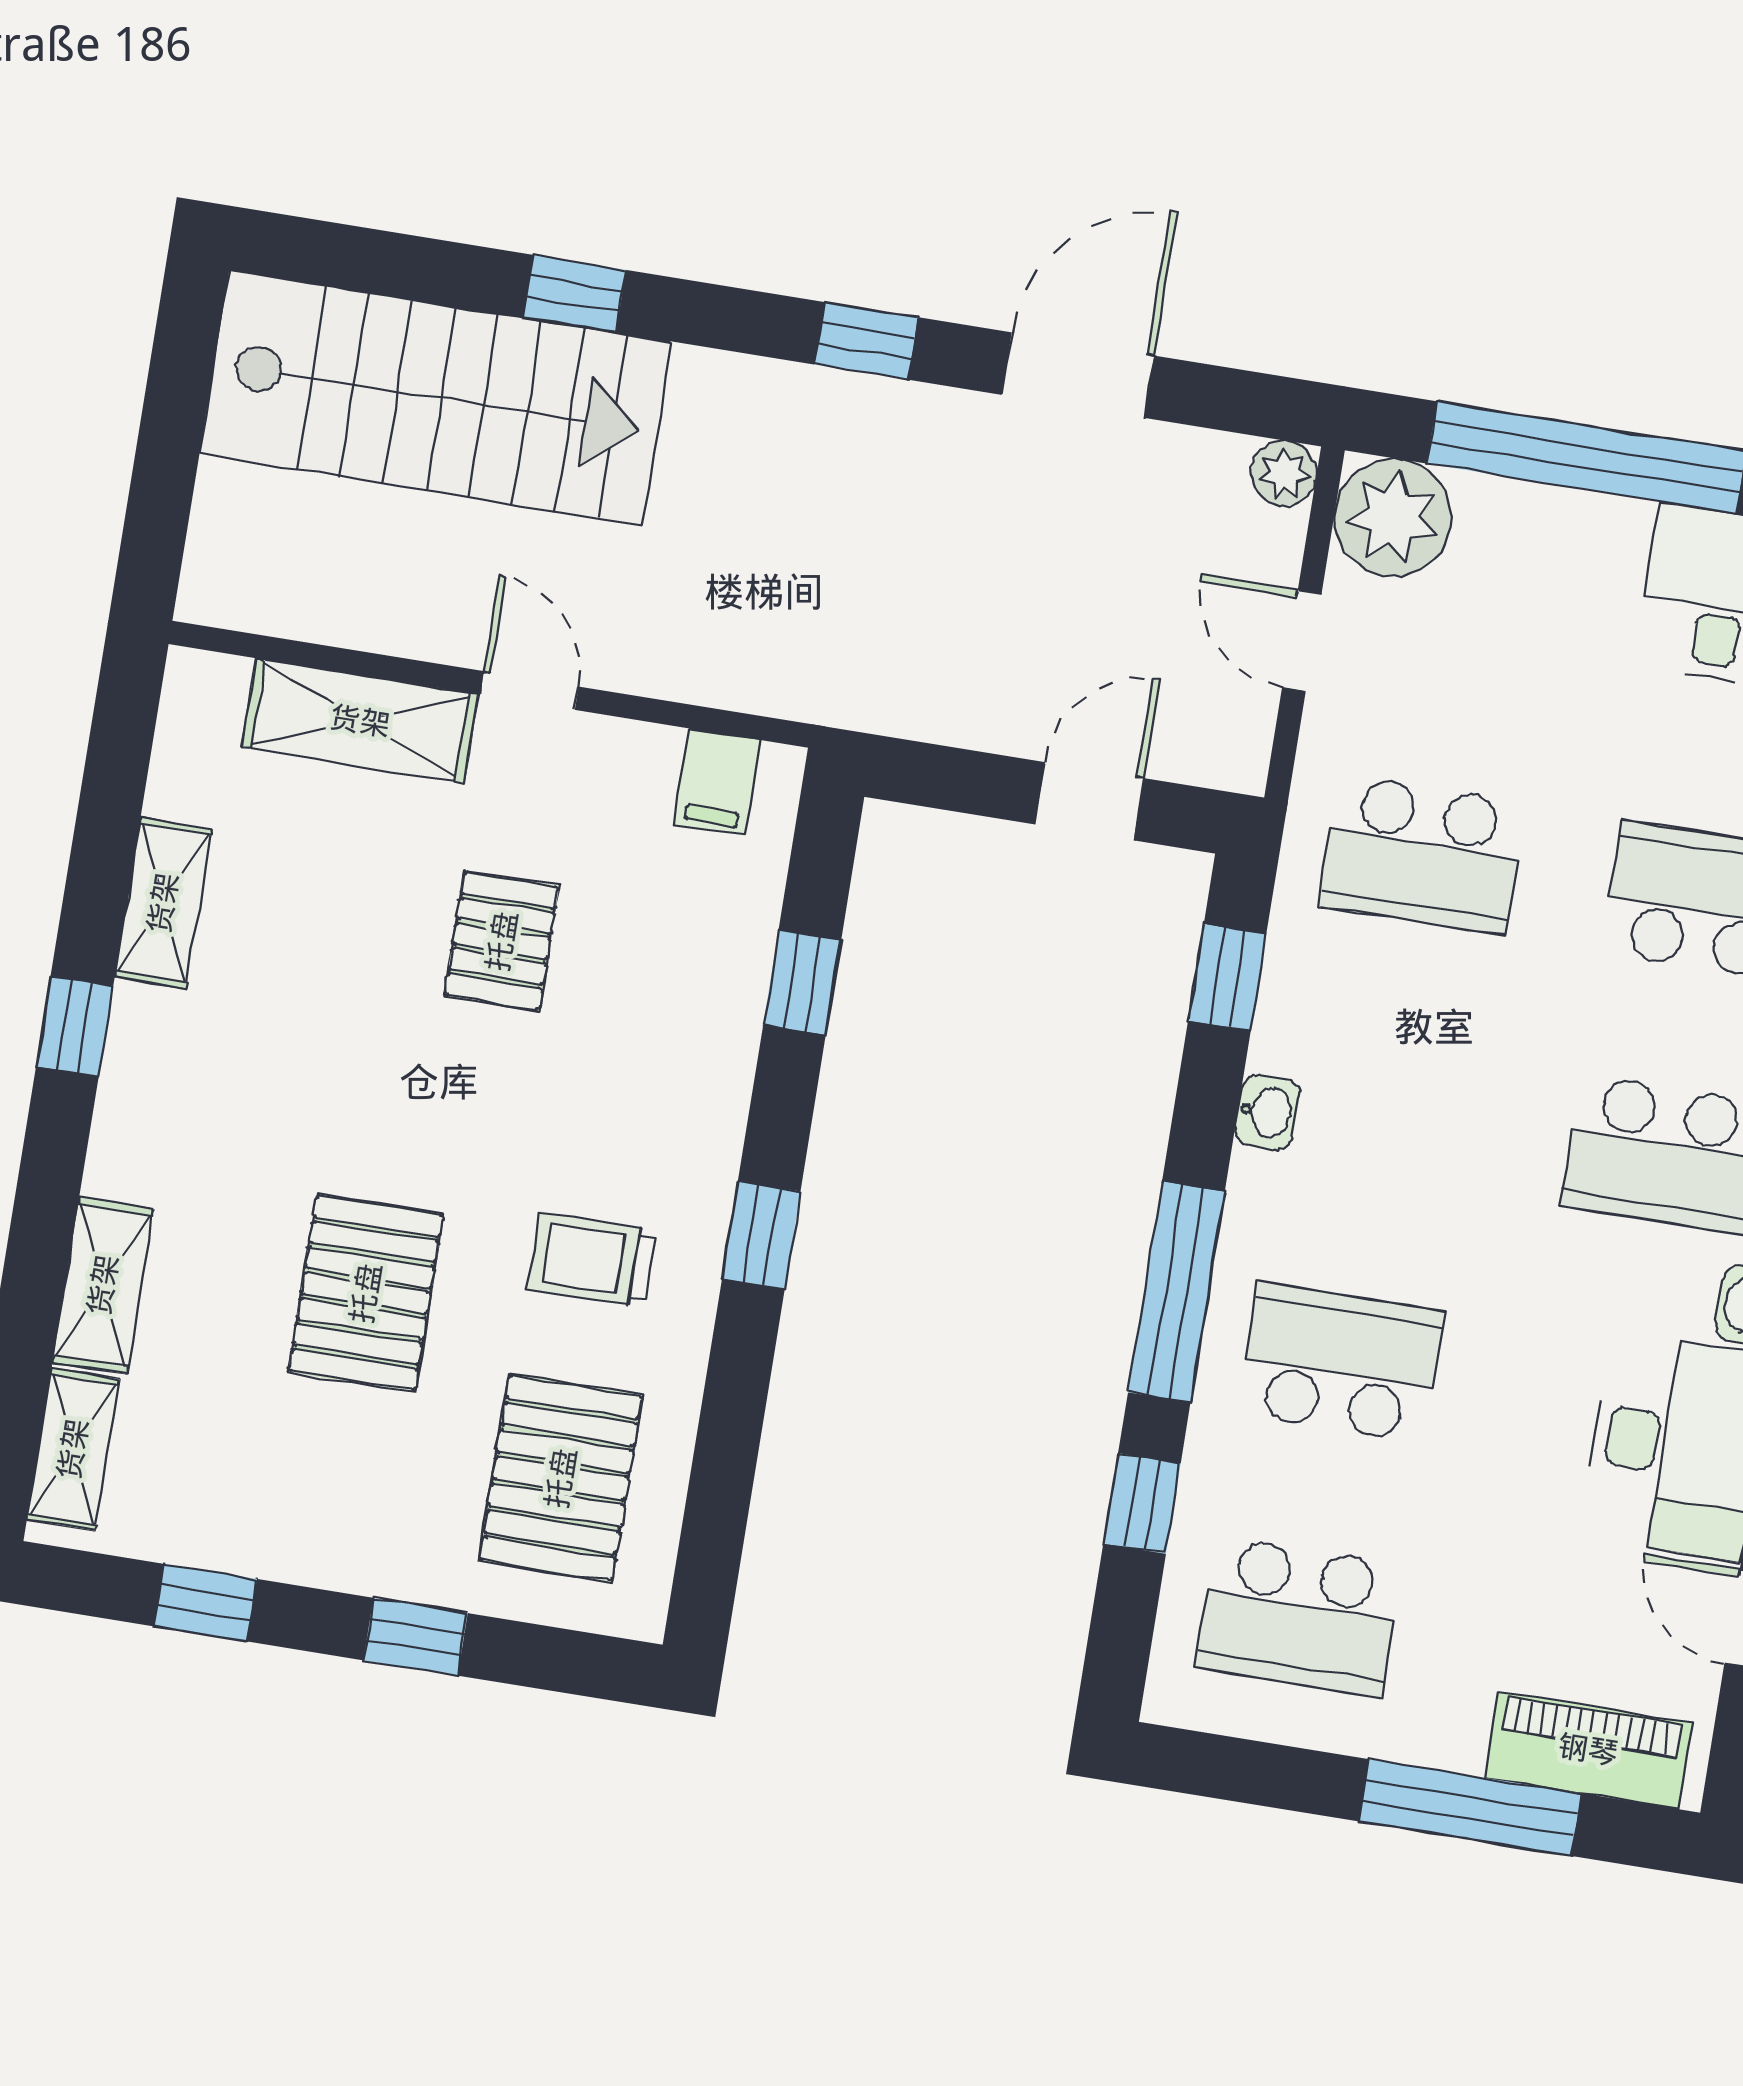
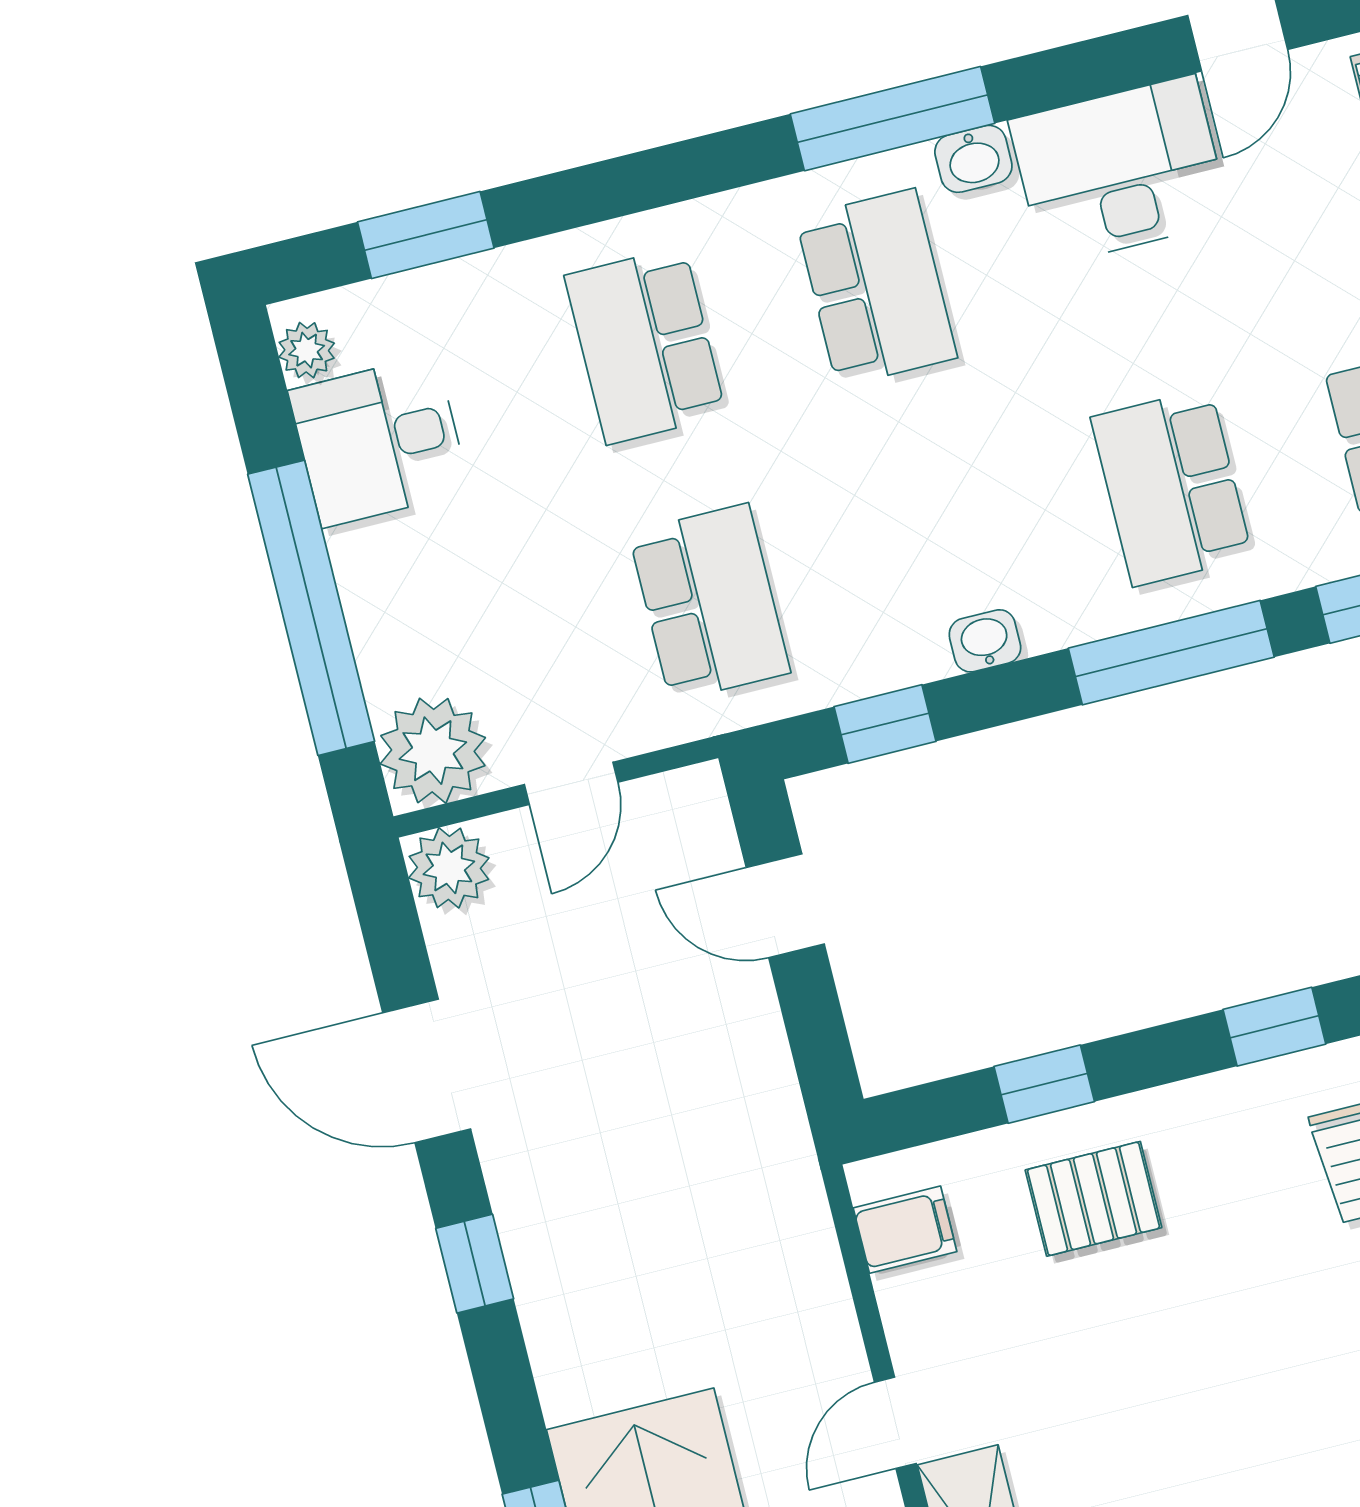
plant: (1284, 473) -> (449, 868), width x1.38, depth x1.38
pallet: (502, 941) -> (1094, 1199), moved

